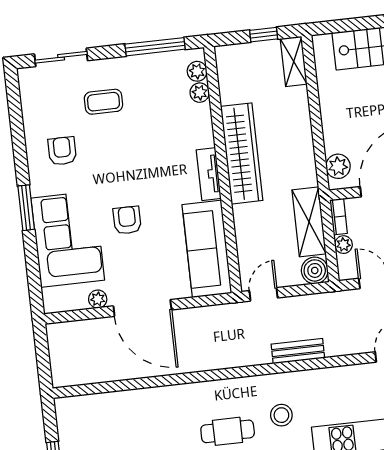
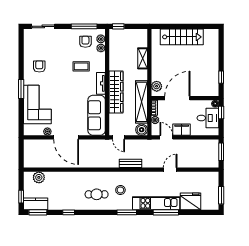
window: (264, 35) -> (118, 26), moved
shelving: (294, 61) -> (143, 58), moved
coffee table: (103, 102) -> (81, 66), moved
wardrobe: (242, 153) -> (116, 92), moved
armchair: (127, 220) -> (85, 42), moved
shelving: (309, 222) -> (142, 102), width x1.47
door: (263, 294) -> (119, 137), swing flipped
plant: (90, 407) -> (39, 177), added

